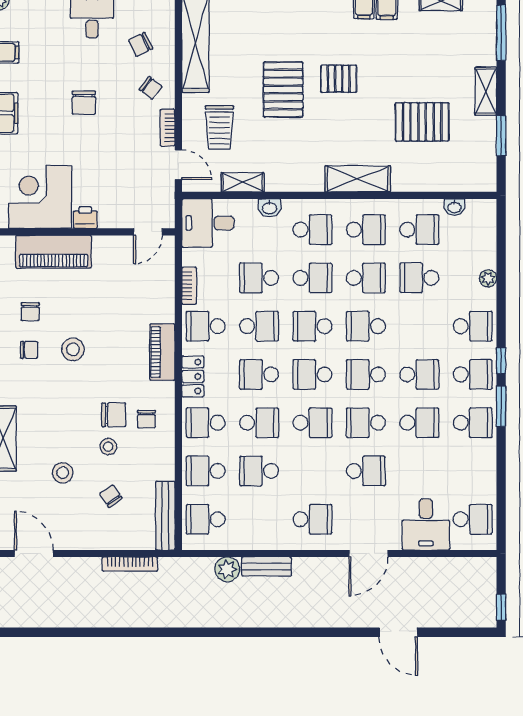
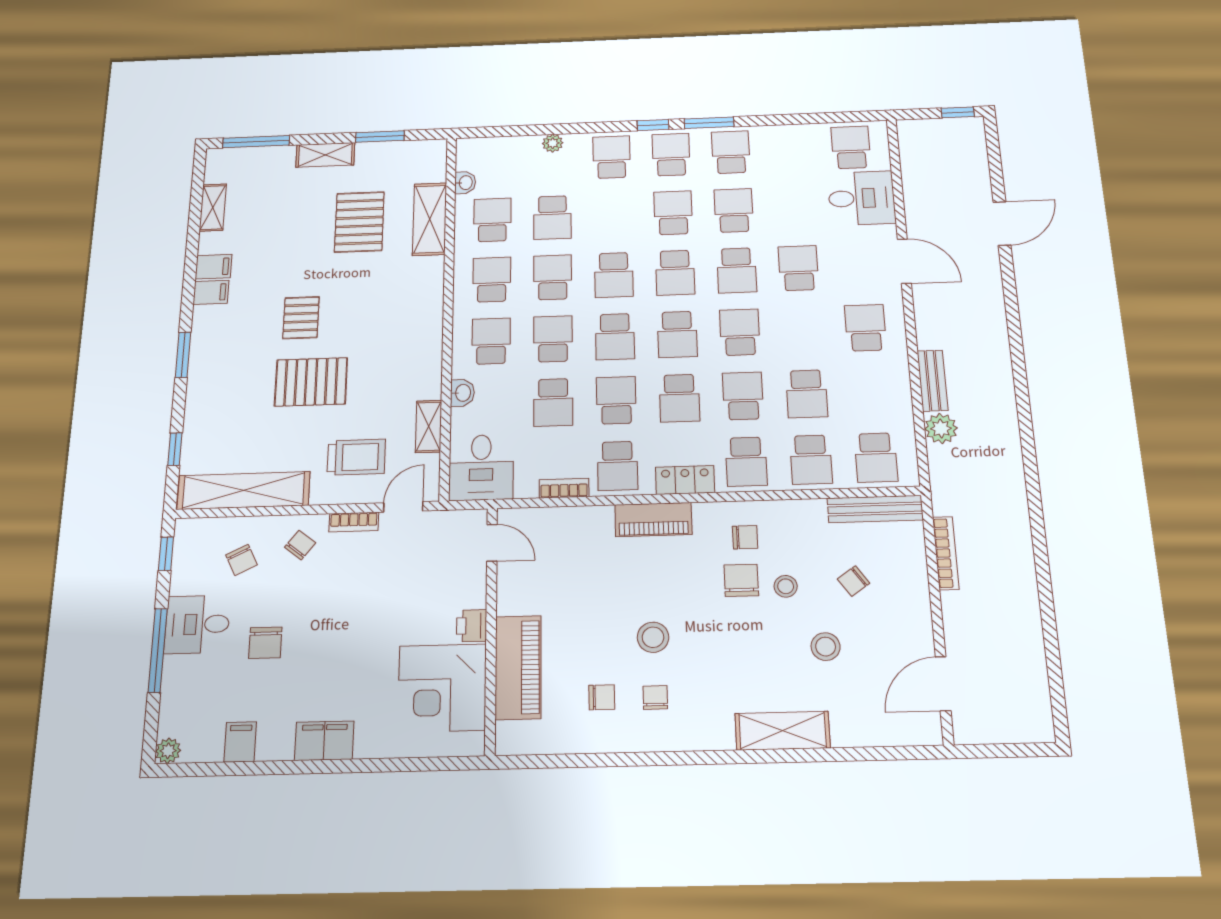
chair: (84, 103) -> (265, 643), moved, turned 90
shelving: (358, 179) -> (430, 219), moved

